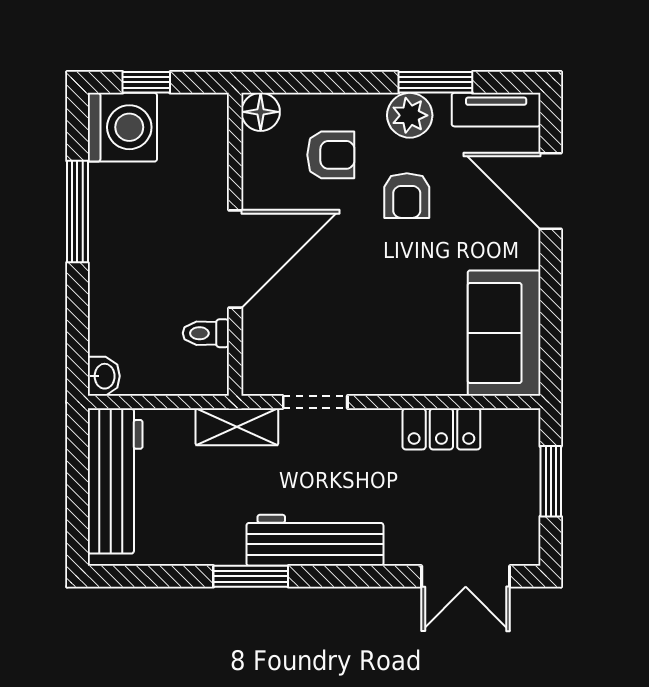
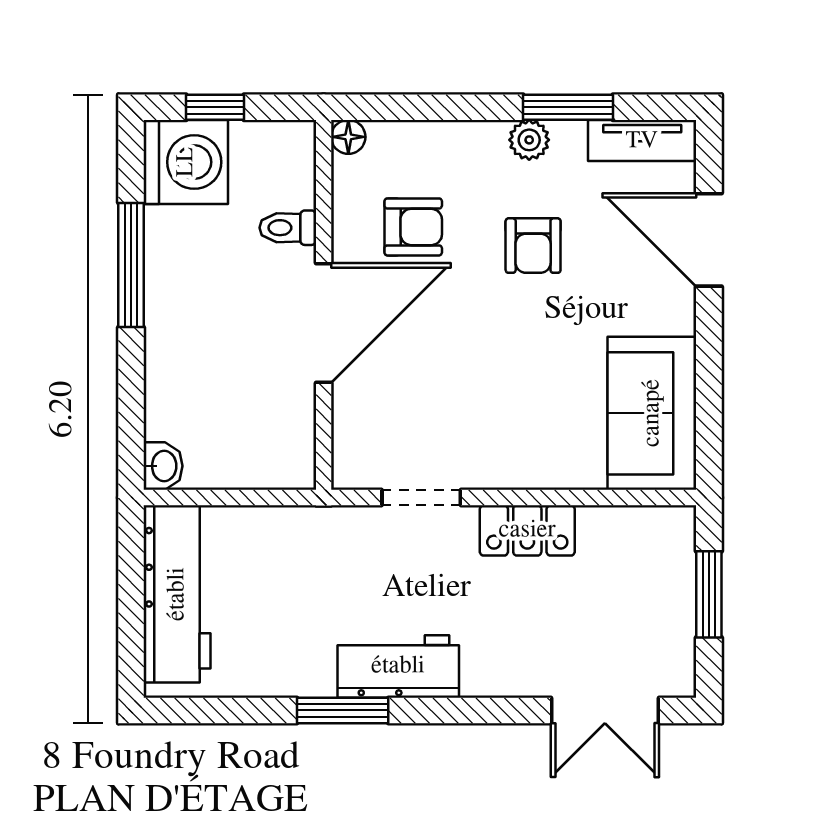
floor lamp: (261, 112) -> (348, 137), width x0.73, depth x0.73
plant: (410, 115) -> (529, 140), width x0.73, depth x0.73
armchair: (331, 155) -> (413, 227), moved
toilet: (206, 333) -> (288, 228), moved
shelving: (237, 427) -> (326, 528), removed
locker: (441, 429) -> (527, 530), moved
workbench: (315, 540) -> (398, 666), width x0.73

